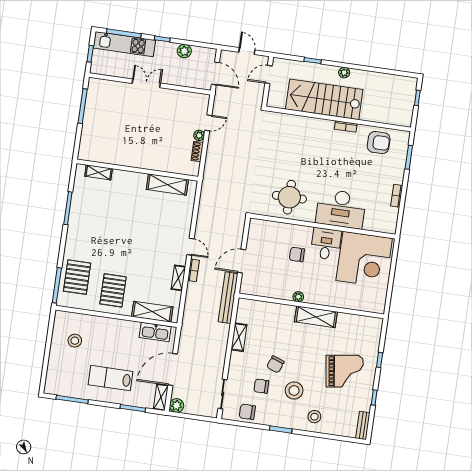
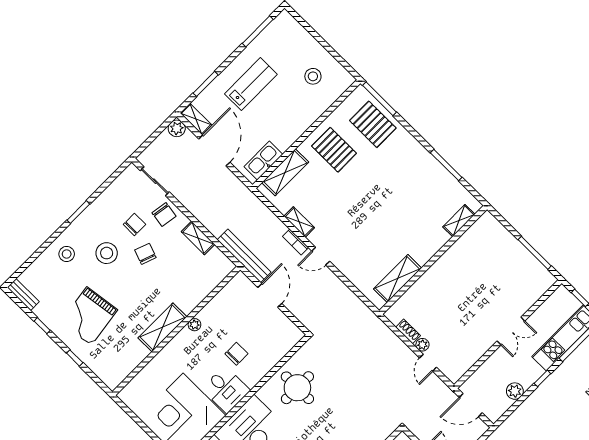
chair: (247, 412) -> (164, 215), moved, turned 99

